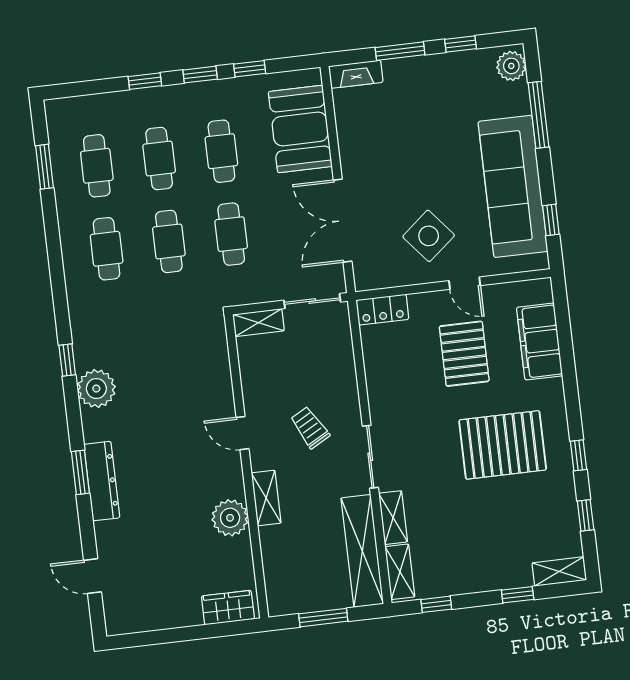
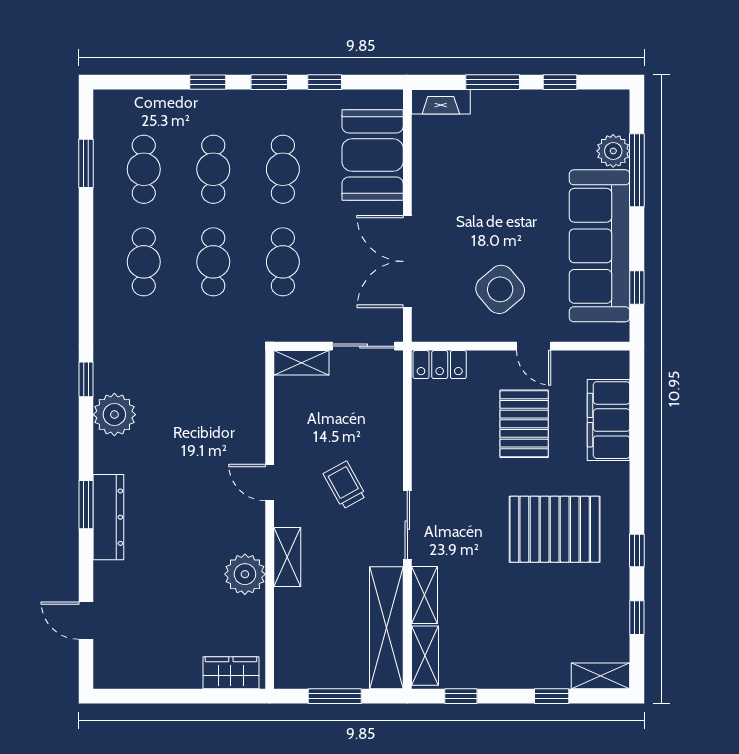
plant: (511, 66) -> (613, 151), moved

